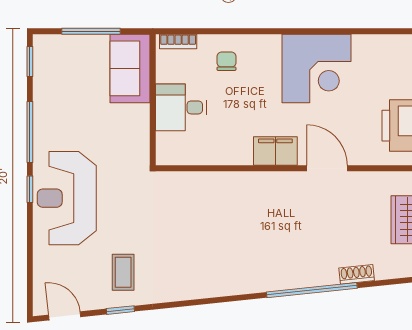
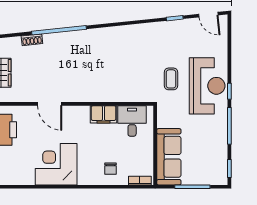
sofa: (130, 68) -> (169, 157), width x1.36
desk: (181, 107) -> (132, 121), moved, turned -90
filing cabinet: (275, 151) -> (104, 114), moved
coffee table: (123, 272) -> (171, 79), moved

